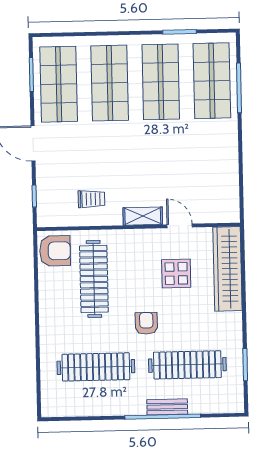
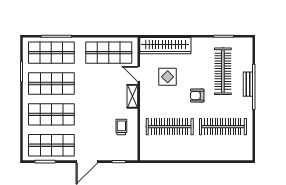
shop shelf: (214, 176) -> (109, 53), added
door: (180, 226) -> (139, 74), hinge flipped
armchair: (55, 251) -> (152, 150), removed
clothes rail: (96, 367) -> (223, 127), turned 90

